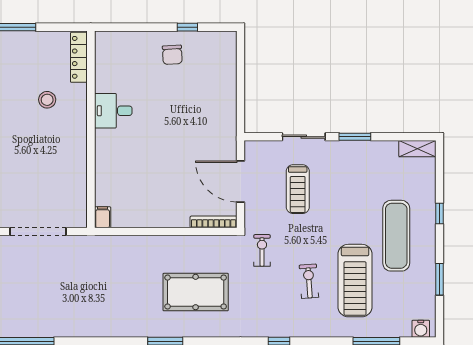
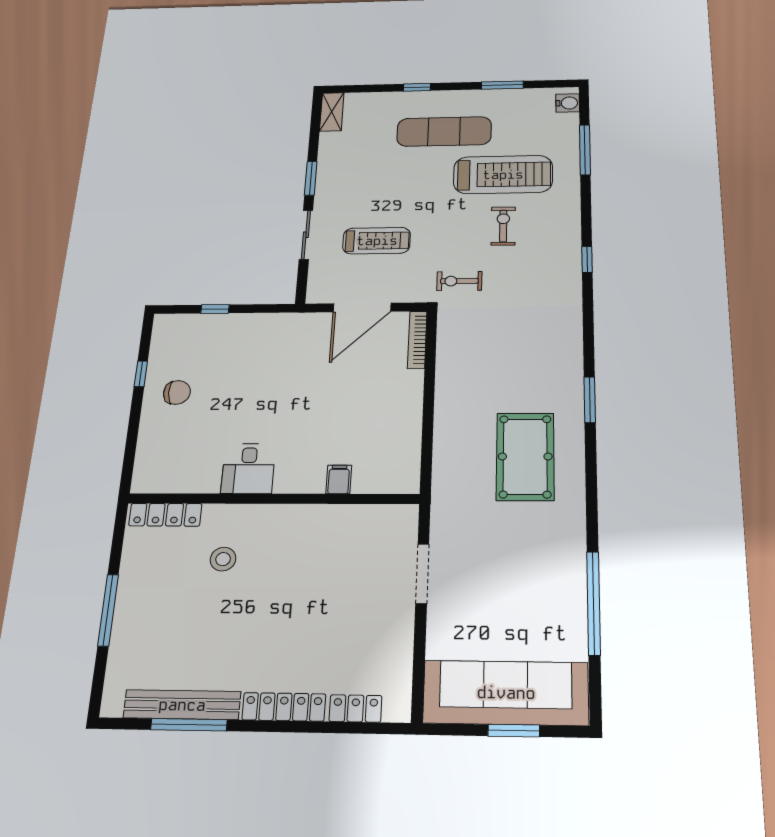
window: (241, 75) -> (215, 309), added
filing cabinet: (103, 217) -> (339, 479), moved, turned 90
doorway: (38, 232) -> (422, 574), width x0.73
exercise bike: (309, 281) -> (503, 226), turned 94
pool table: (196, 292) -> (525, 456), moved

